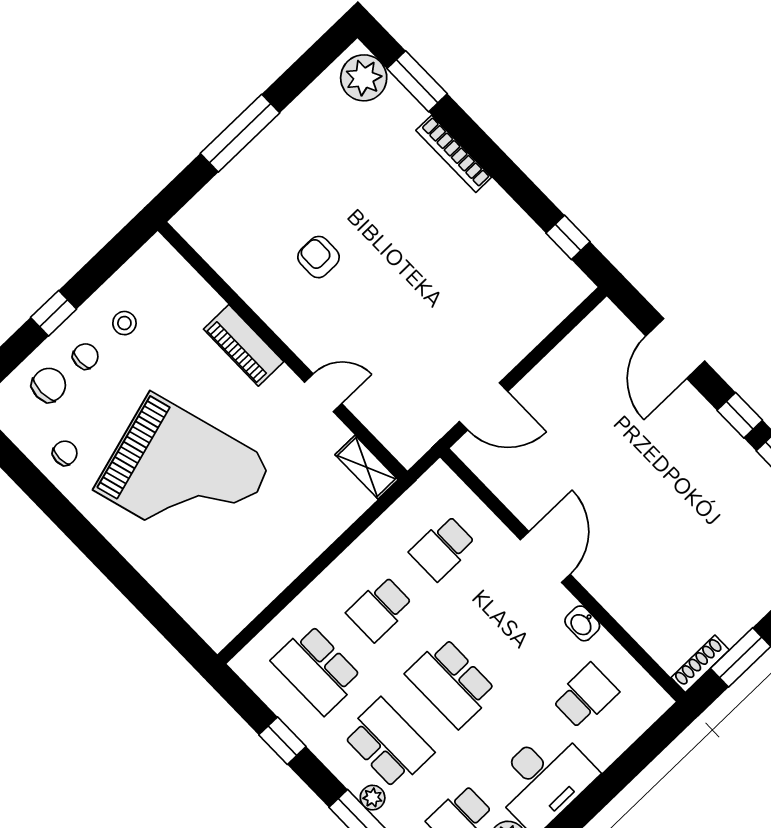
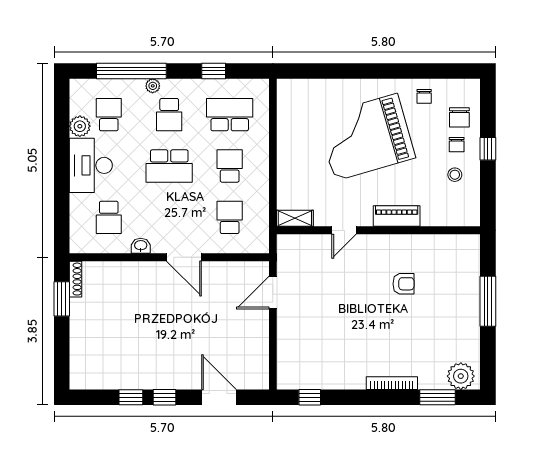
school desk: (451, 683) -> (169, 166), turned 180
school desk: (388, 743) -> (169, 115), width x0.54

